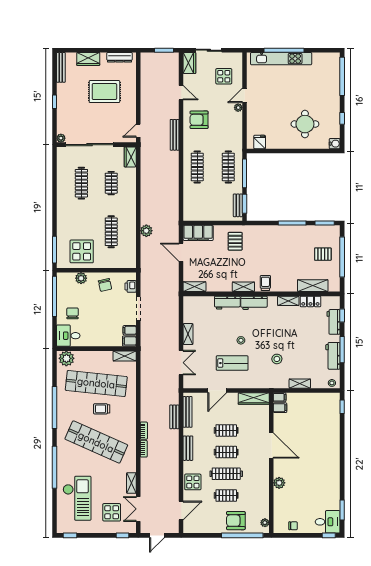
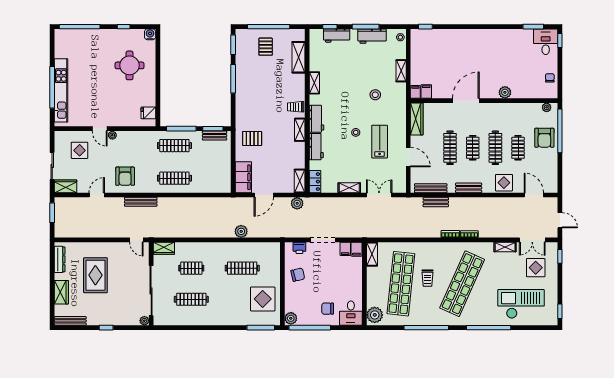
plant: (81, 278) -> (291, 318), moved
plant: (173, 284) -> (297, 203), added
locker: (310, 301) -> (315, 182), moved
clothes rail: (226, 430) -> (450, 148), width x1.36

